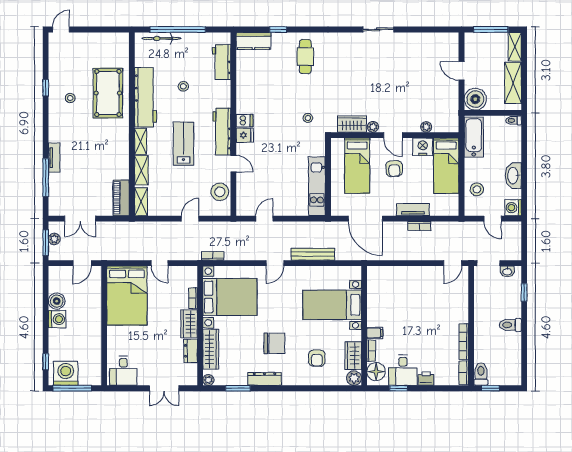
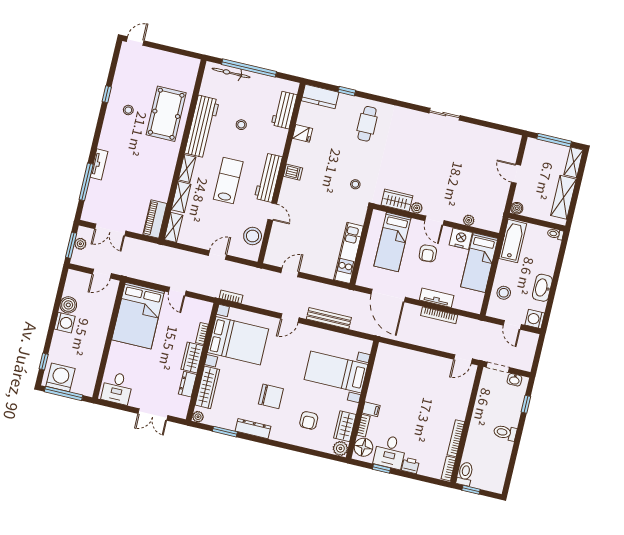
boiler: (475, 99) -> (517, 208), width x0.54, depth x0.54
fridge: (245, 135) -> (302, 133), moved
bookcase: (419, 226) -> (439, 315), width x1.56

